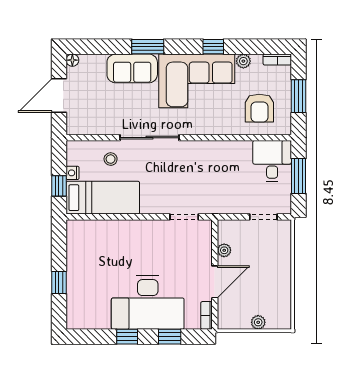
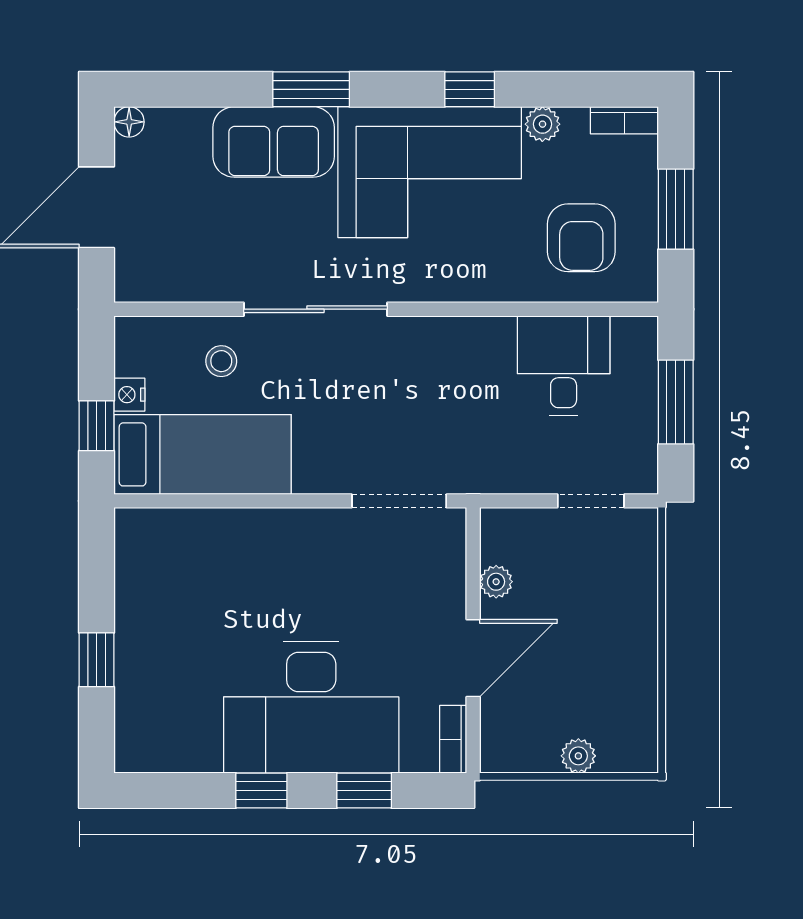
desk: (272, 161) -> (564, 366), moved
doorway: (184, 217) -> (399, 501), width x1.38

